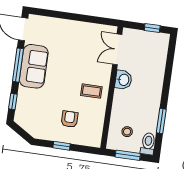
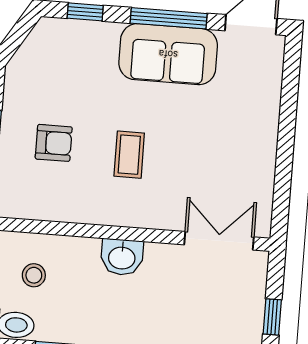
washbasin: (123, 80) -> (122, 257), moved
coffee table: (91, 91) -> (129, 155), moved

